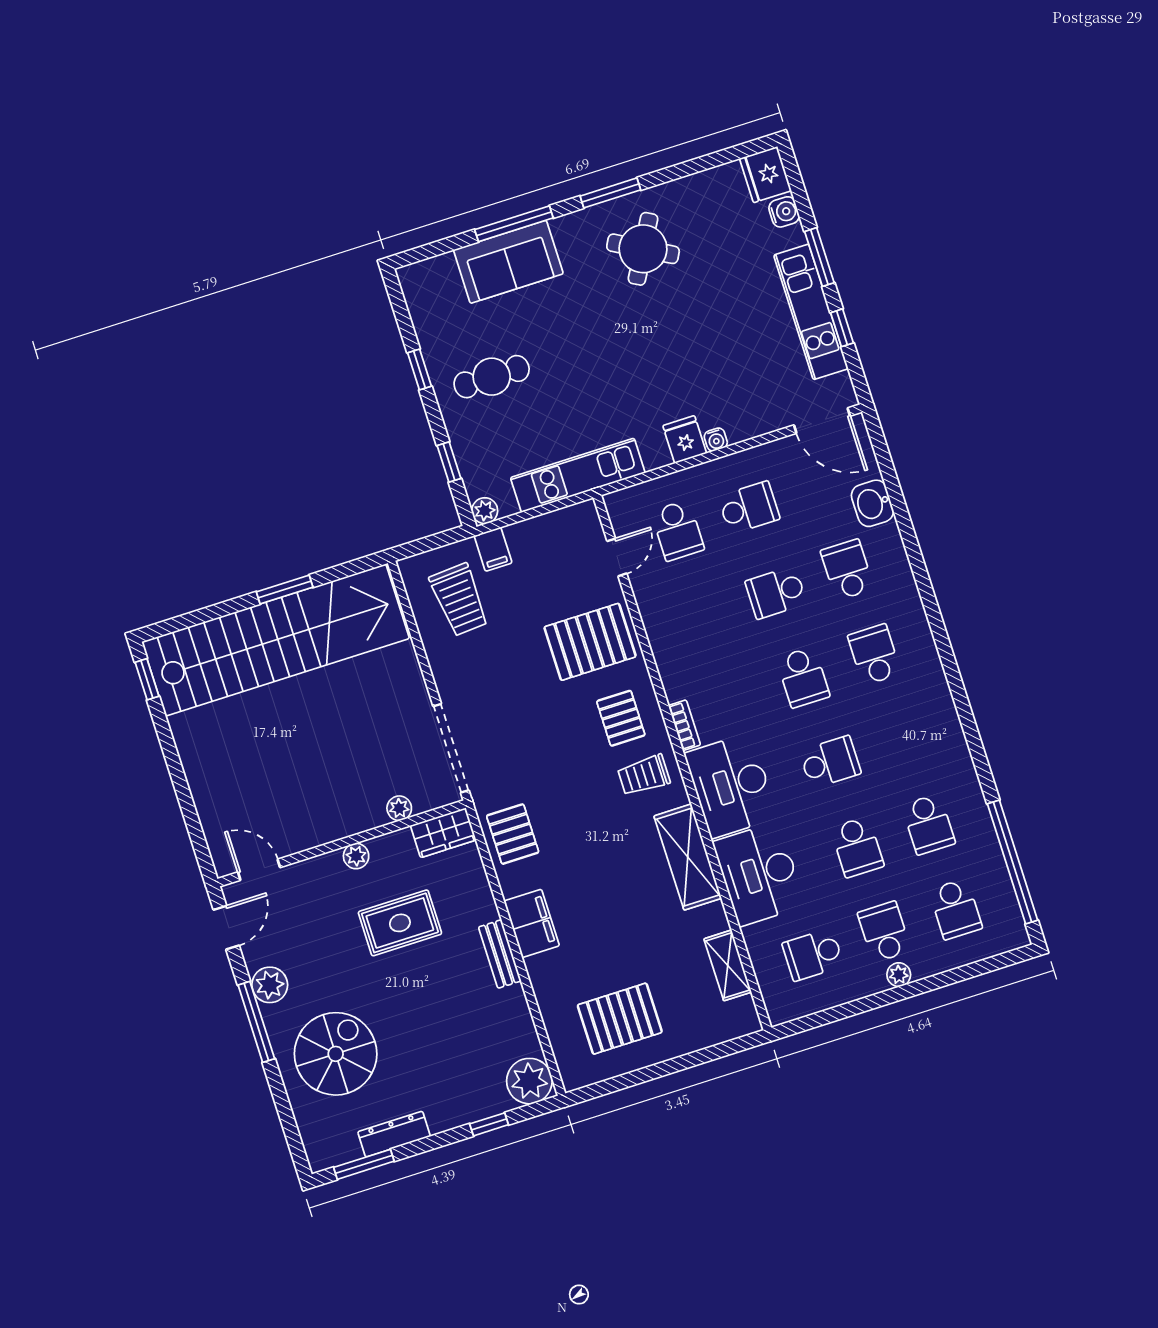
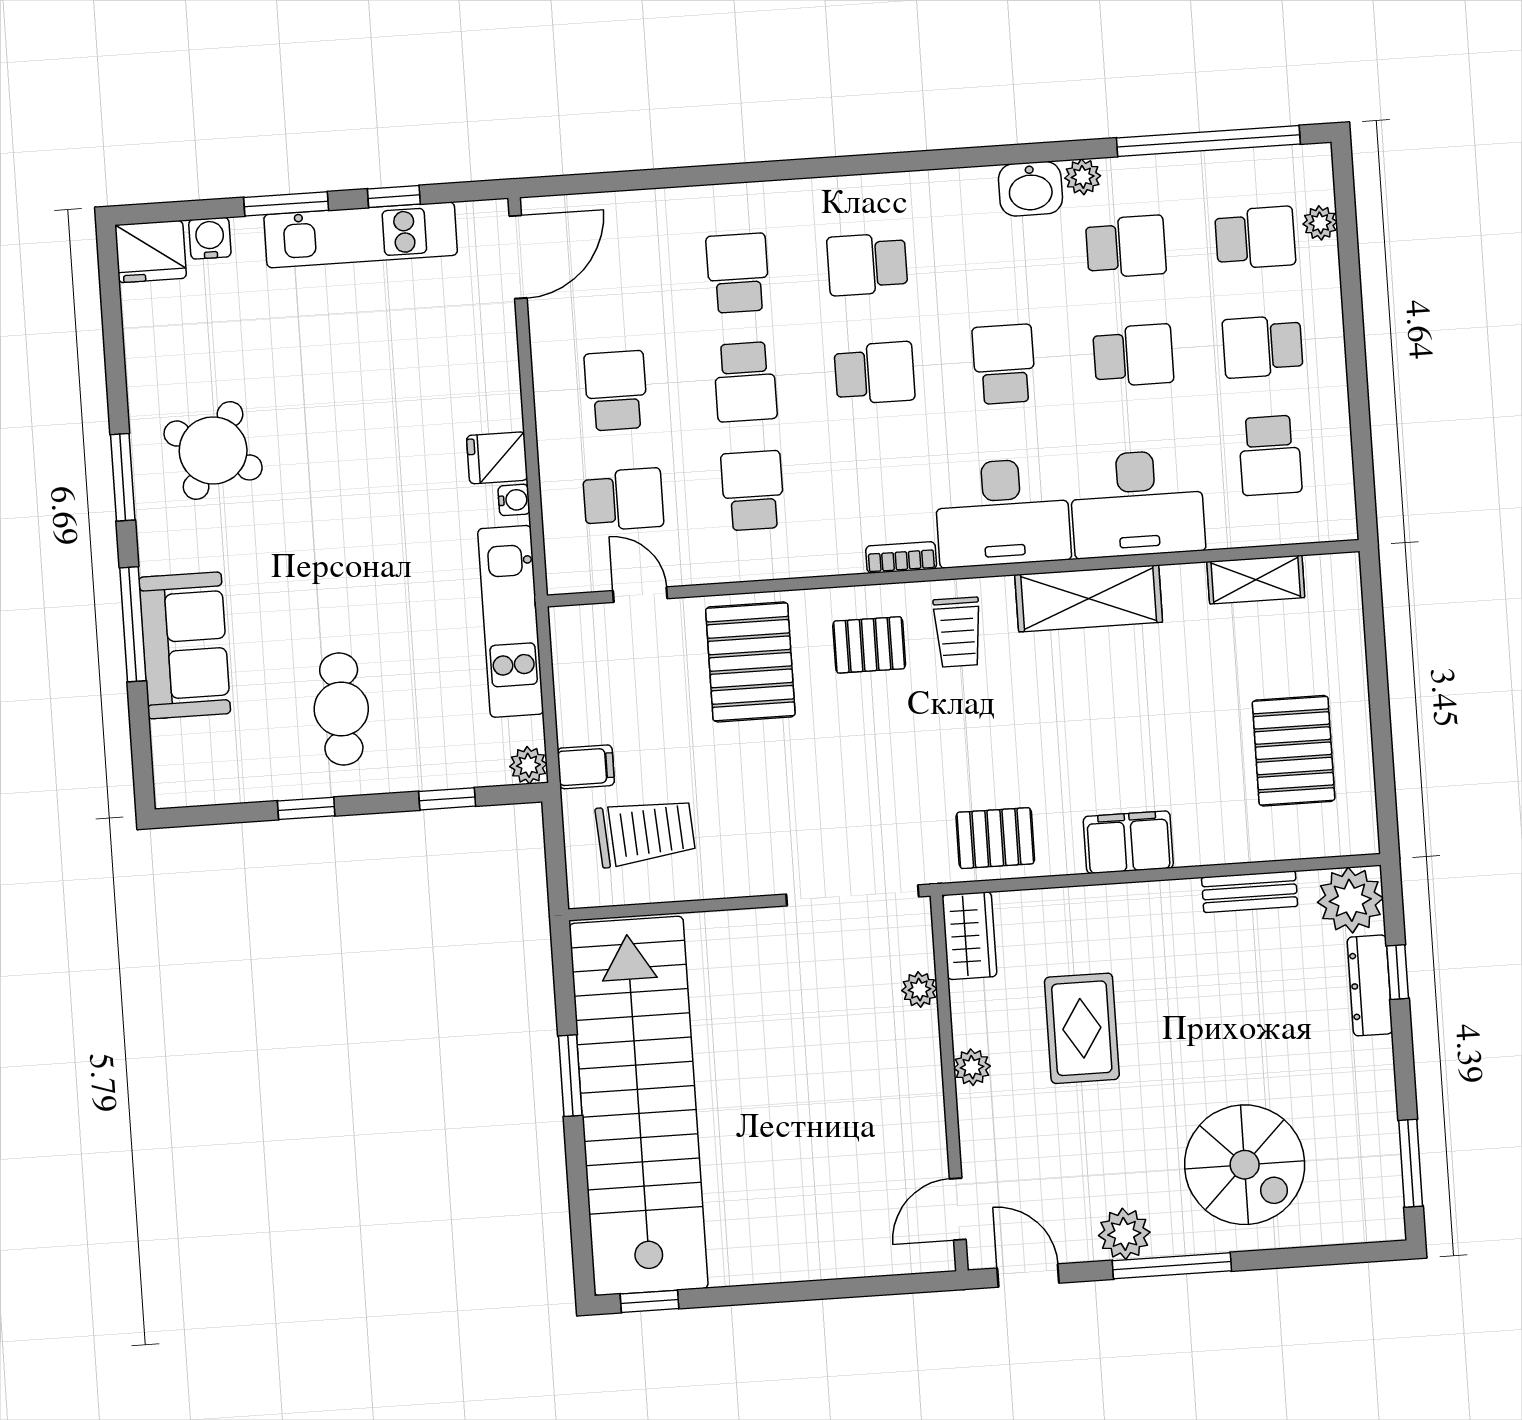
water cooler: (716, 440) -> (514, 500), moved
washbasin: (872, 503) -> (1030, 189), moved
school desk: (847, 570) -> (738, 273), turned 90
school desk: (705, 615) -> (753, 491), added
plant: (968, 784) -> (1083, 177), added
bench: (500, 954) -> (1250, 892), moved
plant: (899, 975) -> (1320, 223), moved
spiral stairs: (336, 1054) -> (1245, 1165), turned 180
dresser: (394, 1134) -> (1370, 985), moved

